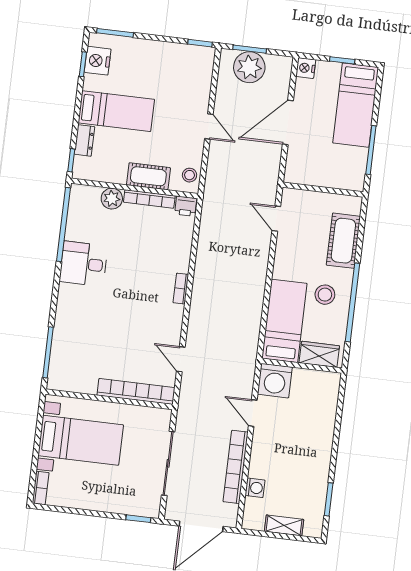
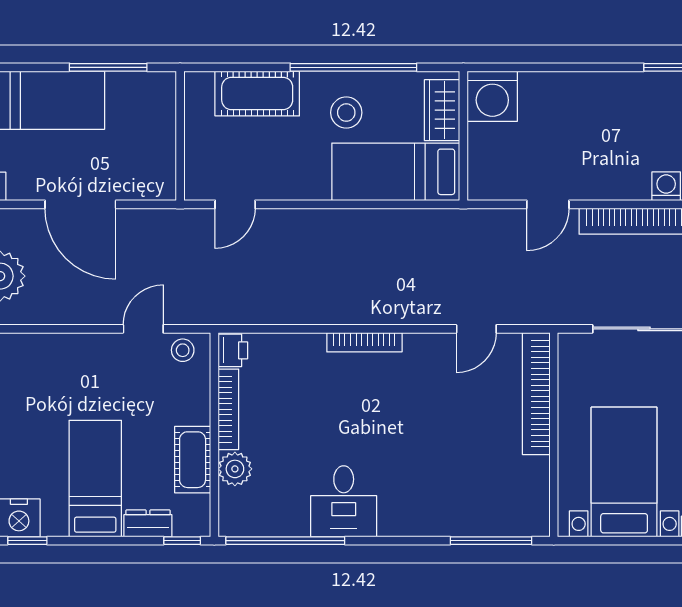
door: (209, 126) -> (143, 329), moved
cot: (148, 176) -> (193, 460), moved
bookcase: (181, 289) -> (364, 342), width x1.56
washing machine: (275, 381) -> (492, 96), moved, turned 90

